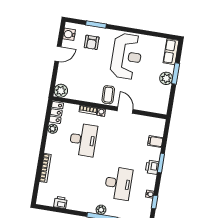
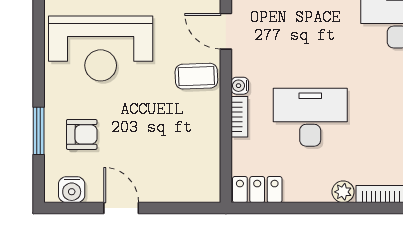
reception desk: (127, 56) -> (101, 48), turned 180
plant: (61, 91) -> (205, 187), removed
door: (125, 110) -> (226, 31), hinge flipped
plant: (53, 129) -> (343, 192), moved

